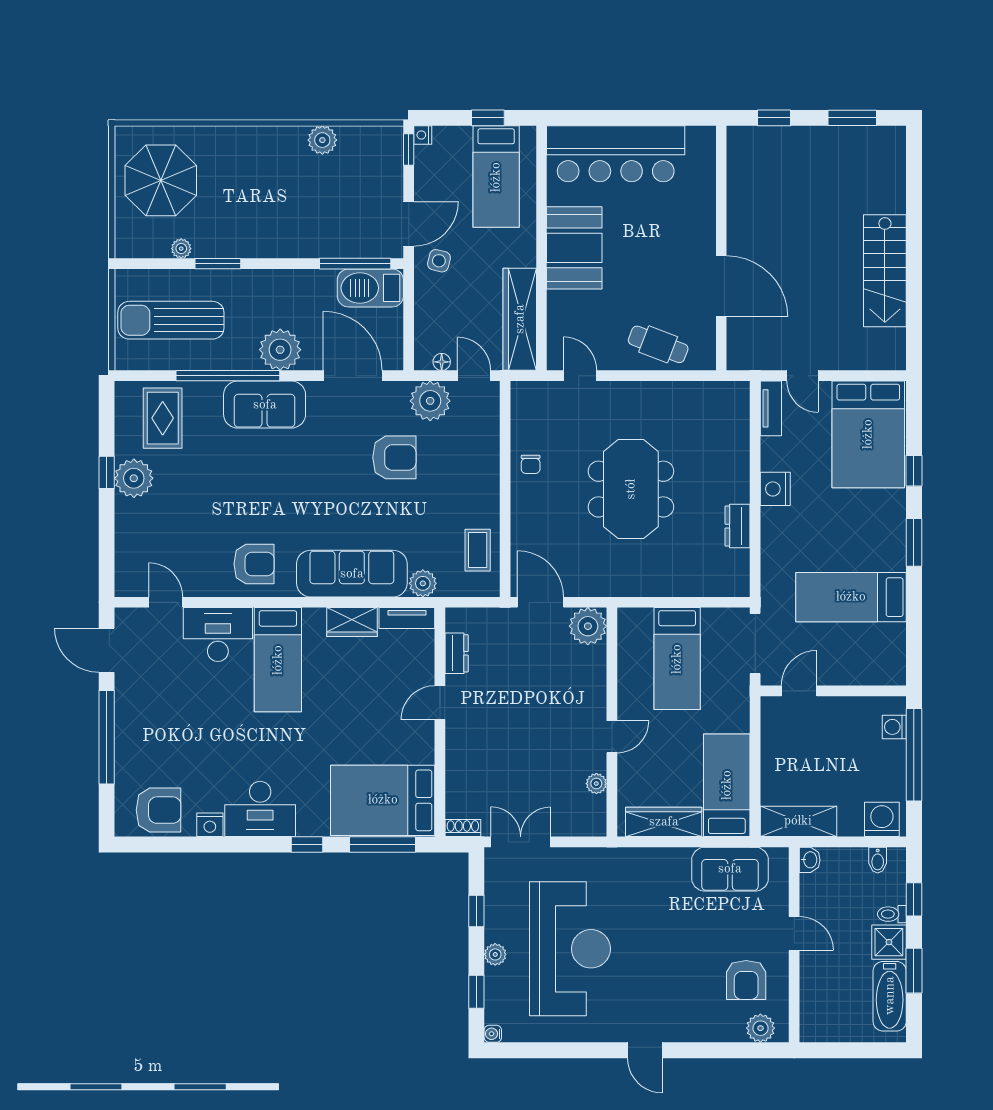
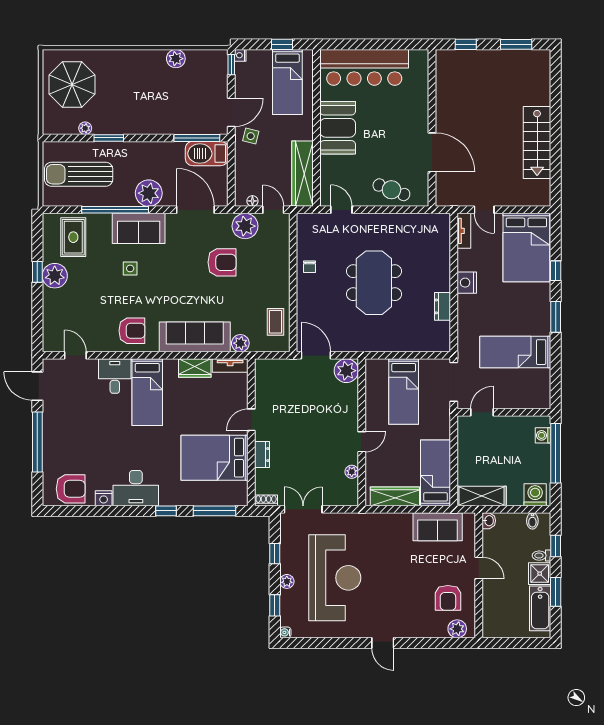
side table: (251, 467) -> (130, 268), added
desk: (218, 635) -> (115, 376), width x0.73
dresser: (457, 653) -> (262, 455), moved
bed: (383, 800) -> (215, 458), moved

